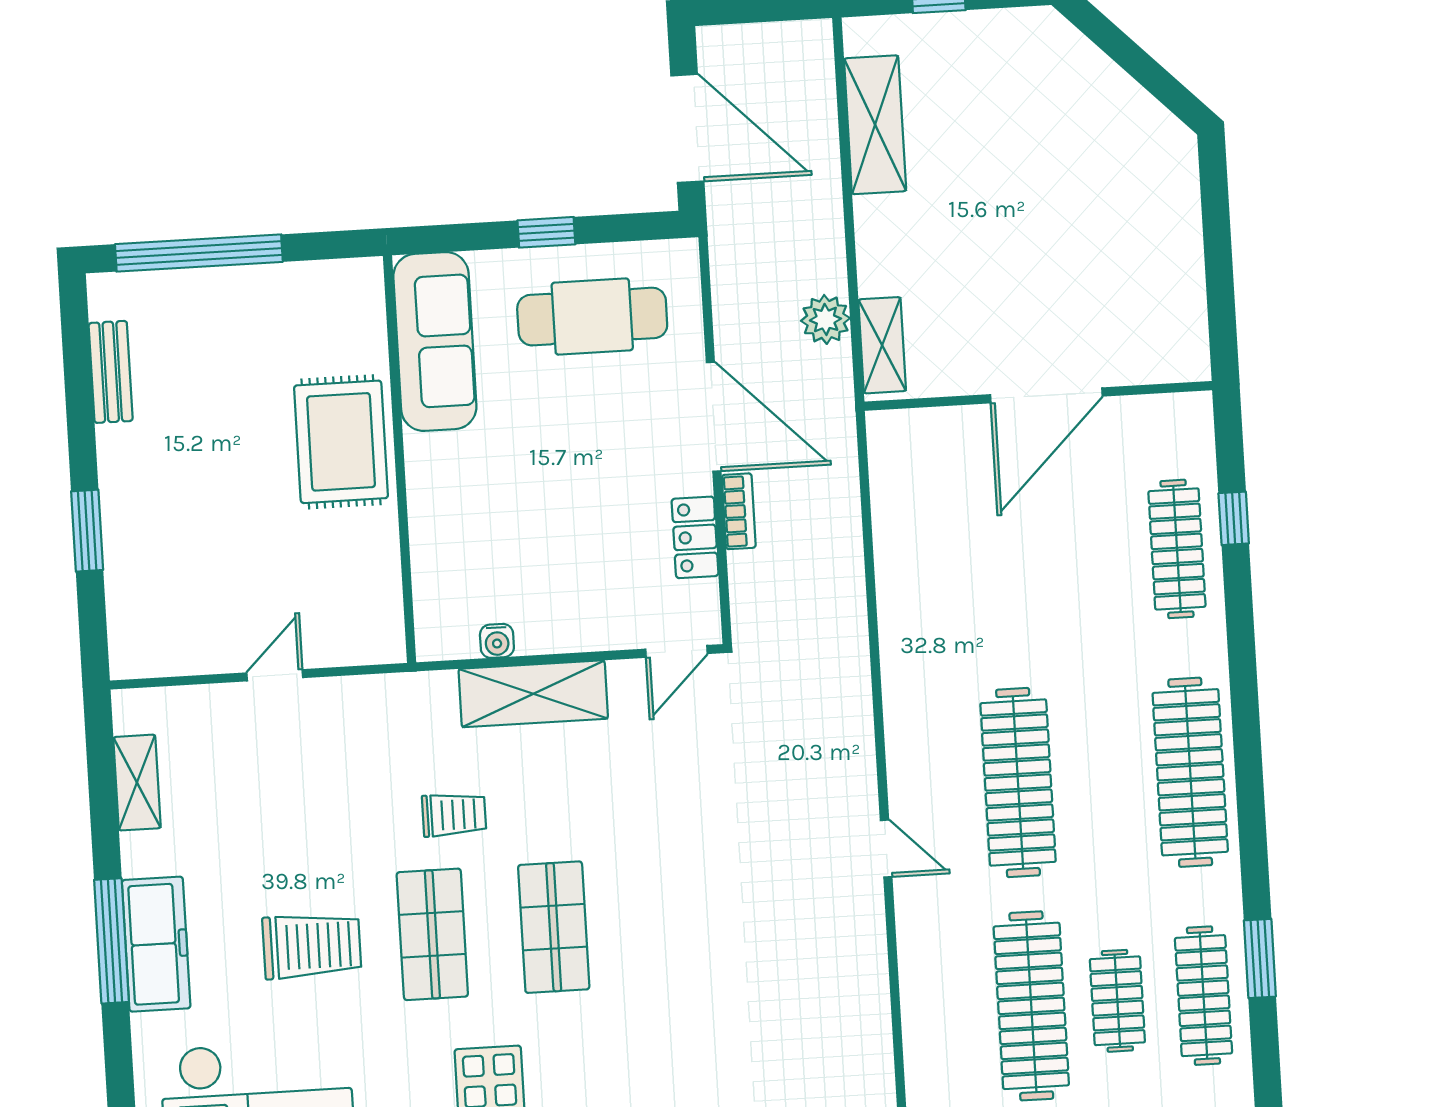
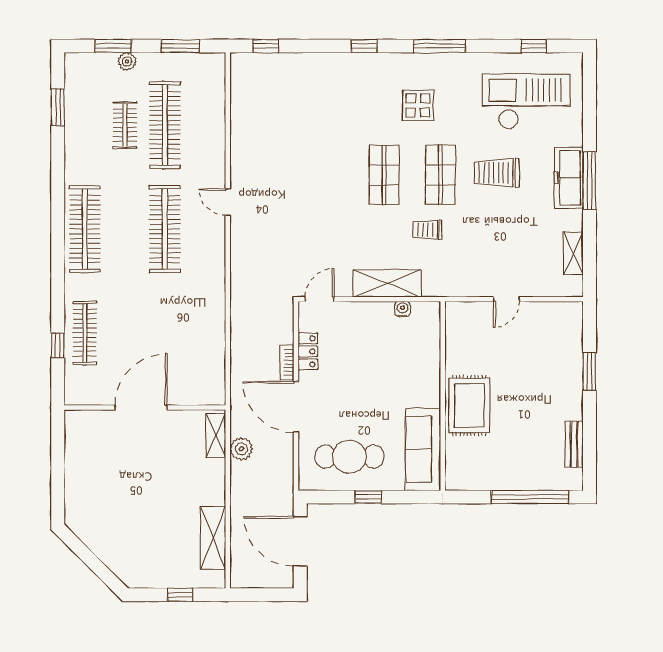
window: (1260, 958) -> (58, 107), moved
clothes rail: (1203, 996) -> (85, 125), removed

